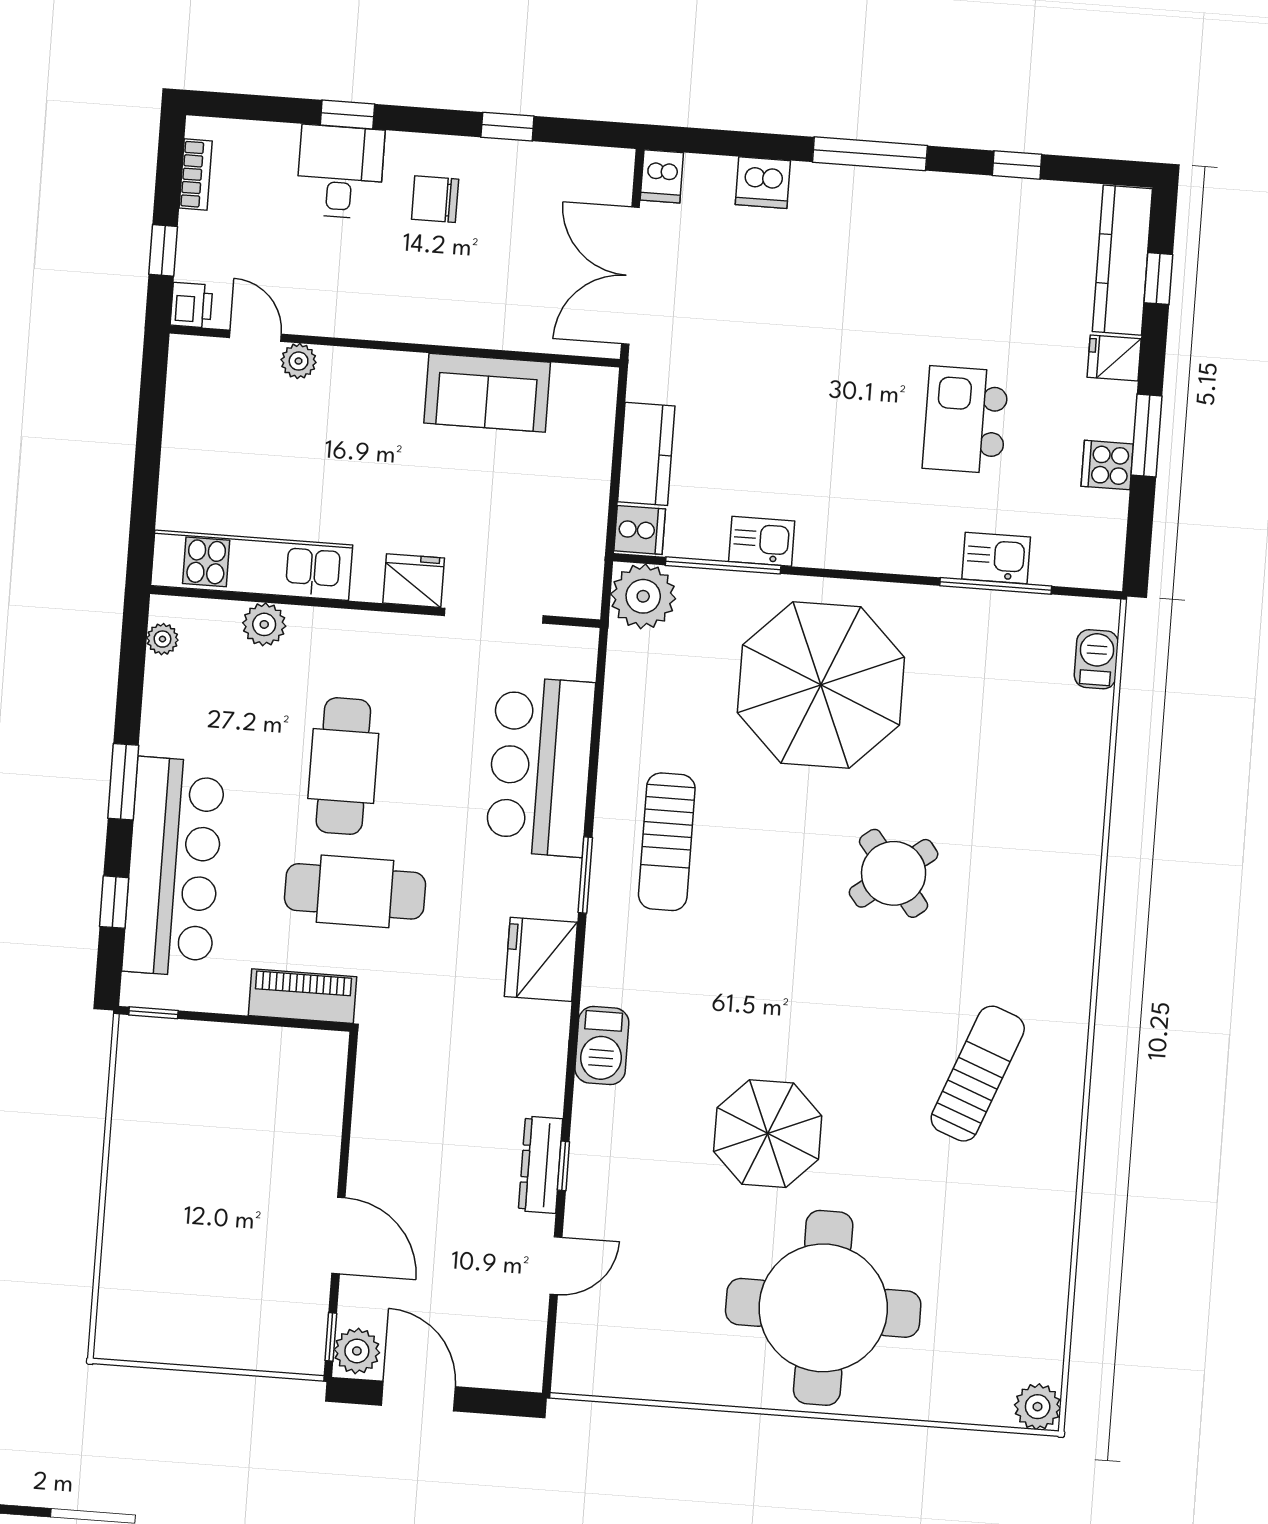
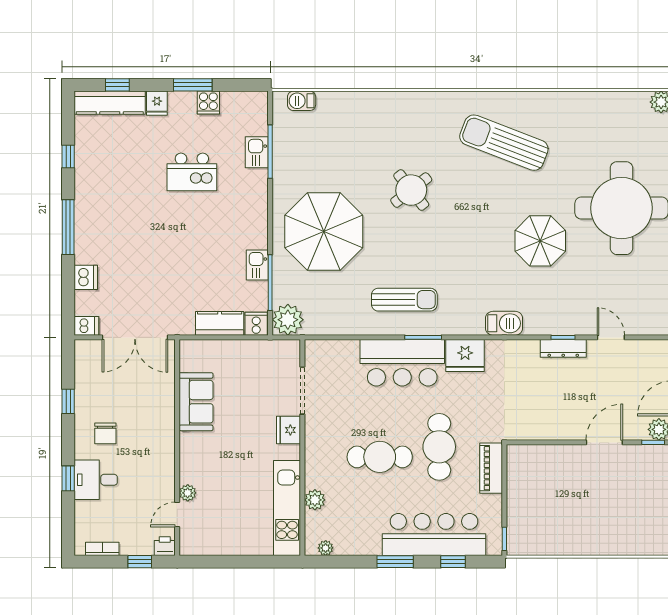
bar counter: (540, 767) -> (402, 363), moved
sun lounger: (978, 1074) -> (504, 143), width x1.36, depth x1.34

